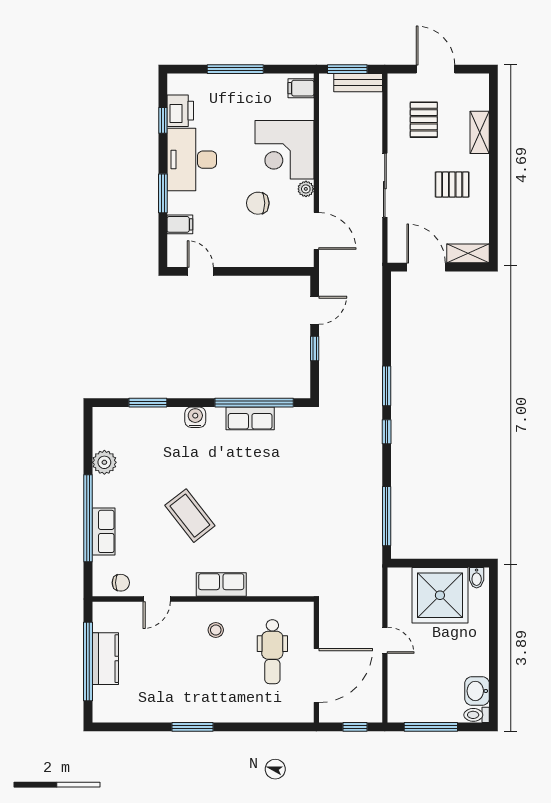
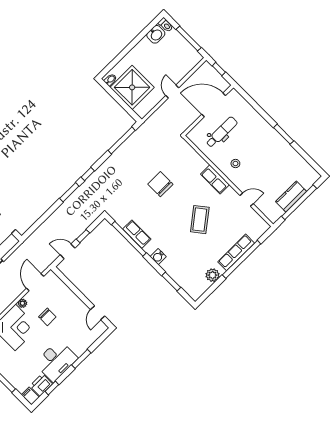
filing cabinet: (180, 224) -> (30, 396), moved
row of seats: (104, 531) -> (236, 252), width x1.48
chair: (121, 583) -> (160, 184), moved, width x1.87, depth x1.87

